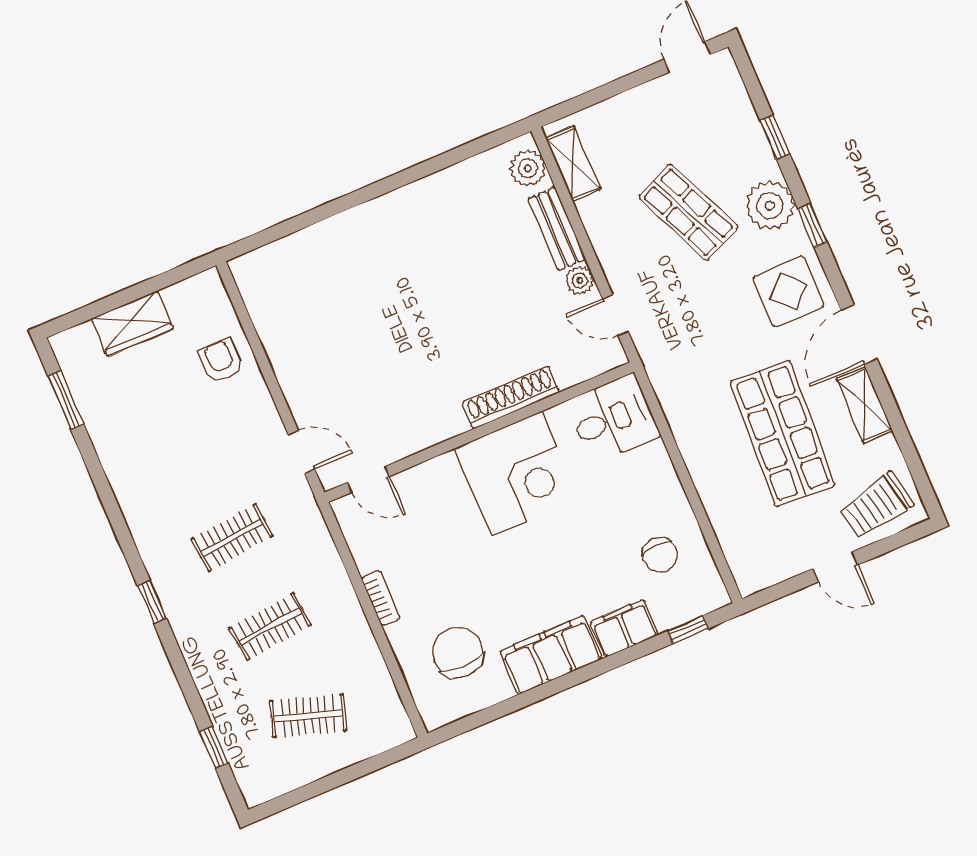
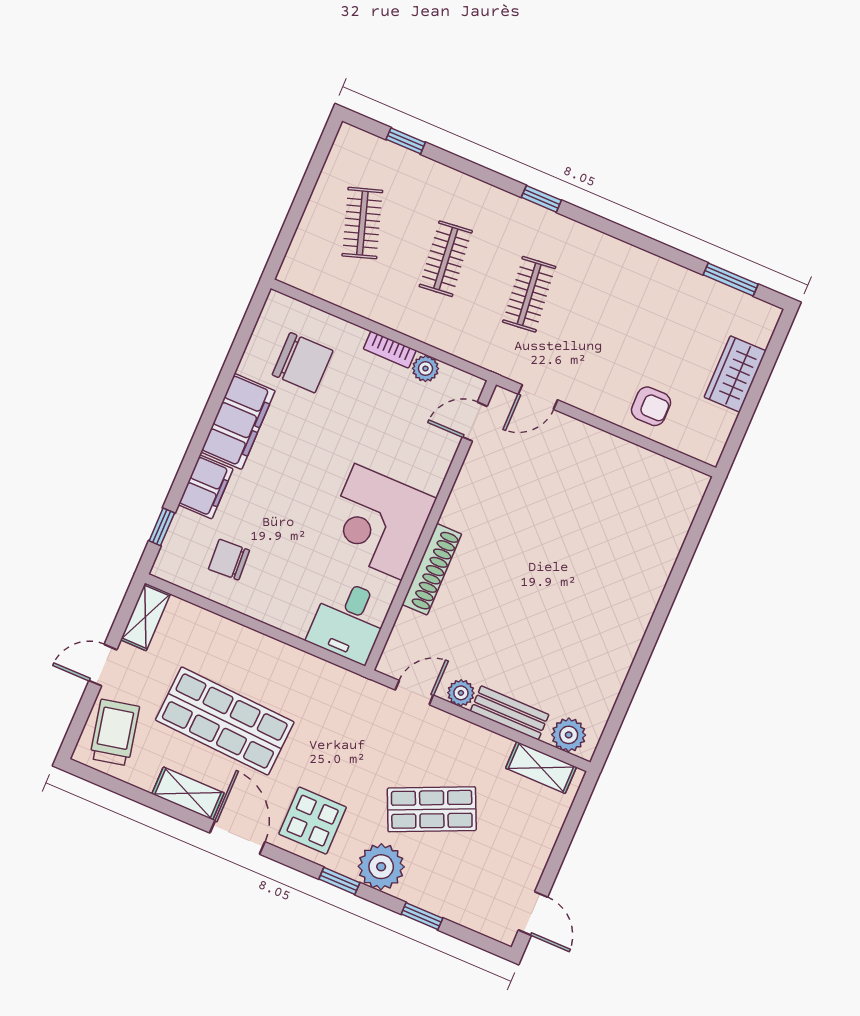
plant: (367, 557) -> (425, 369), added
shelving: (767, 572) -> (146, 617), added
clothes rail: (308, 716) -> (362, 223), turned -36

